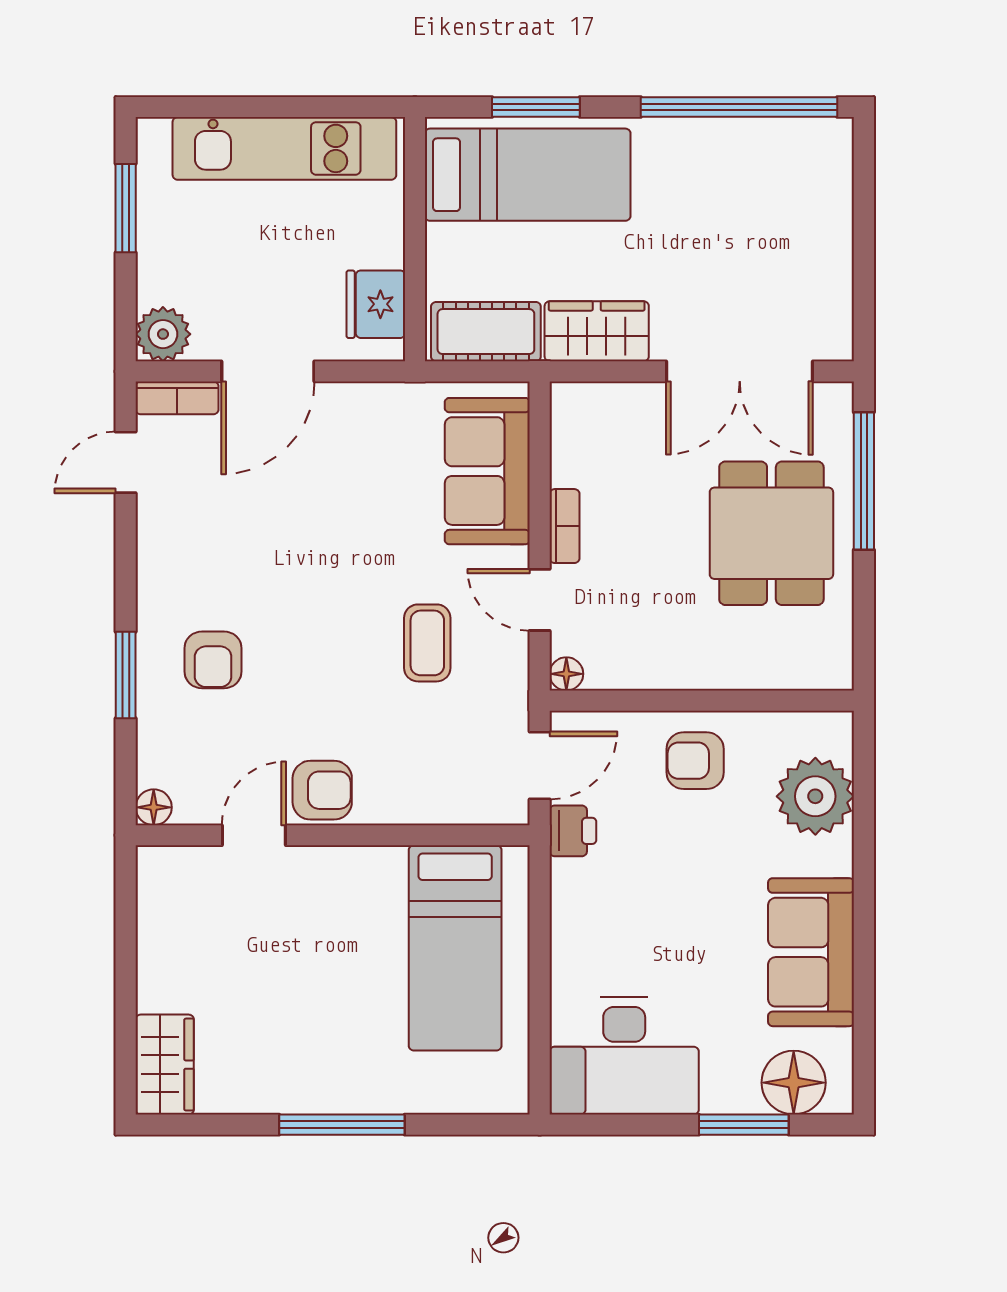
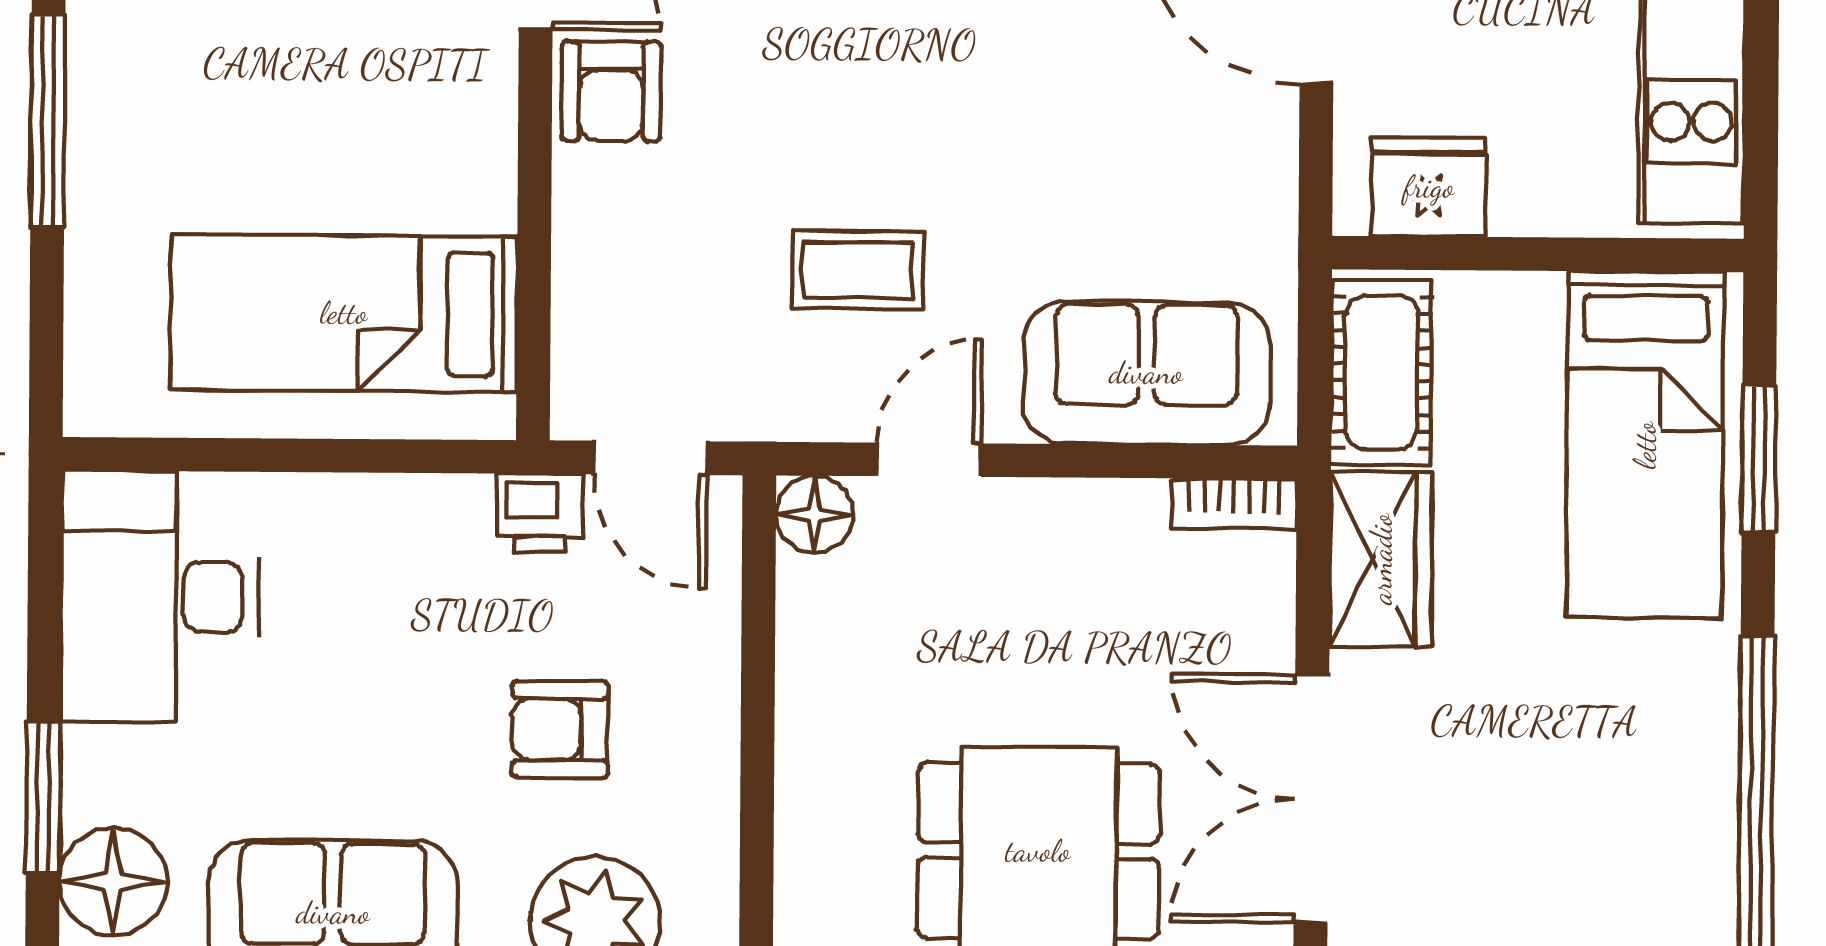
bookcase: (565, 526) -> (1234, 504), moved
floor lamp: (566, 674) -> (814, 514), width x1.37, depth x1.37
armchair: (695, 761) -> (560, 729), moved, turned -90

